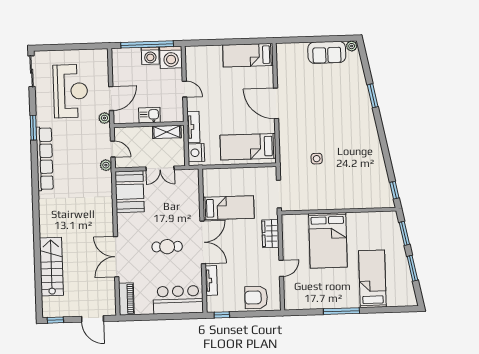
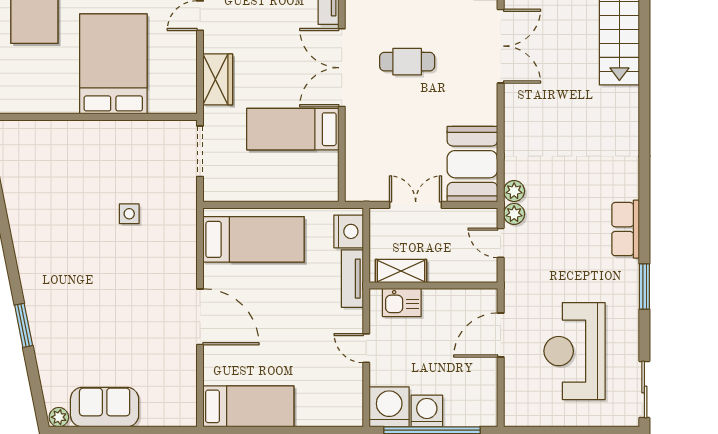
kitchen sink: (149, 115) -> (402, 303), moved
plant: (104, 118) -> (514, 191), moved
row of seats: (45, 159) -> (626, 229), width x0.50

